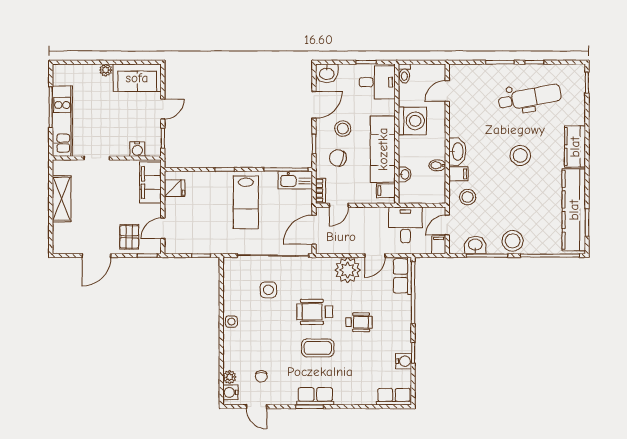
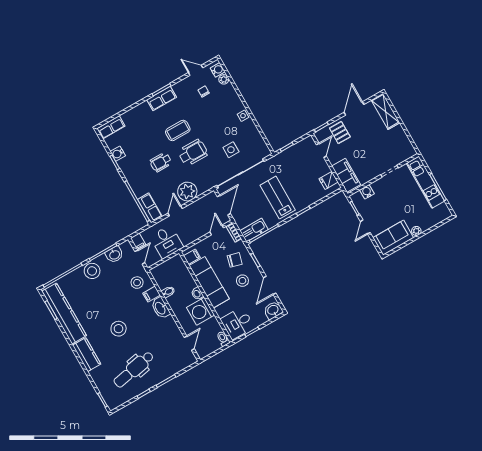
washbasin: (405, 174) -> (197, 294), moved
shelving: (62, 199) -> (385, 111), moved

